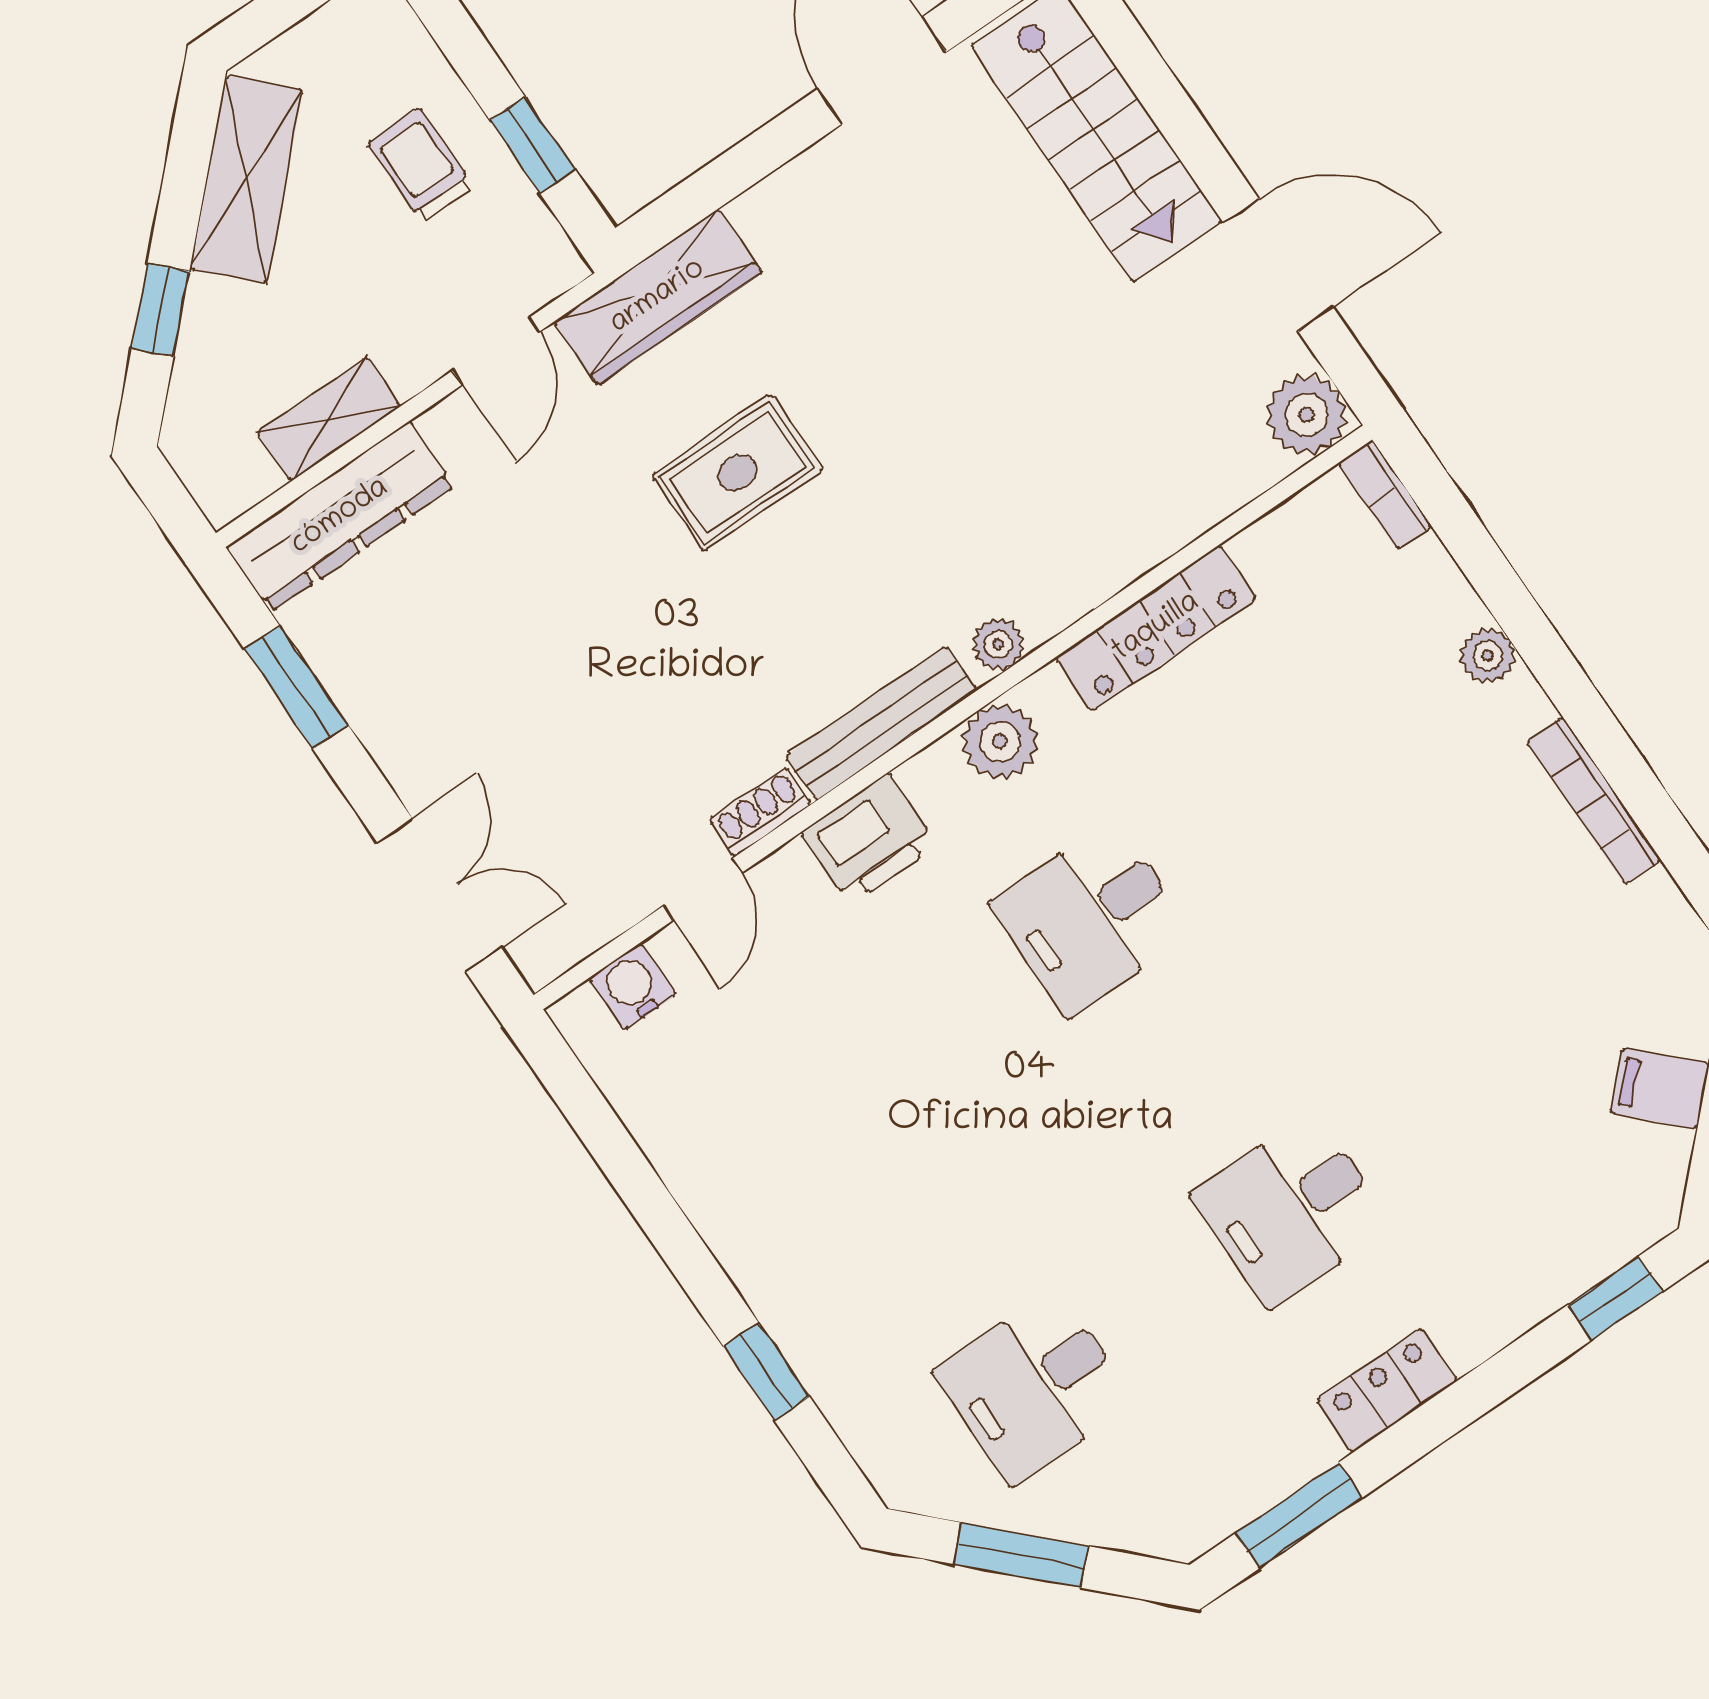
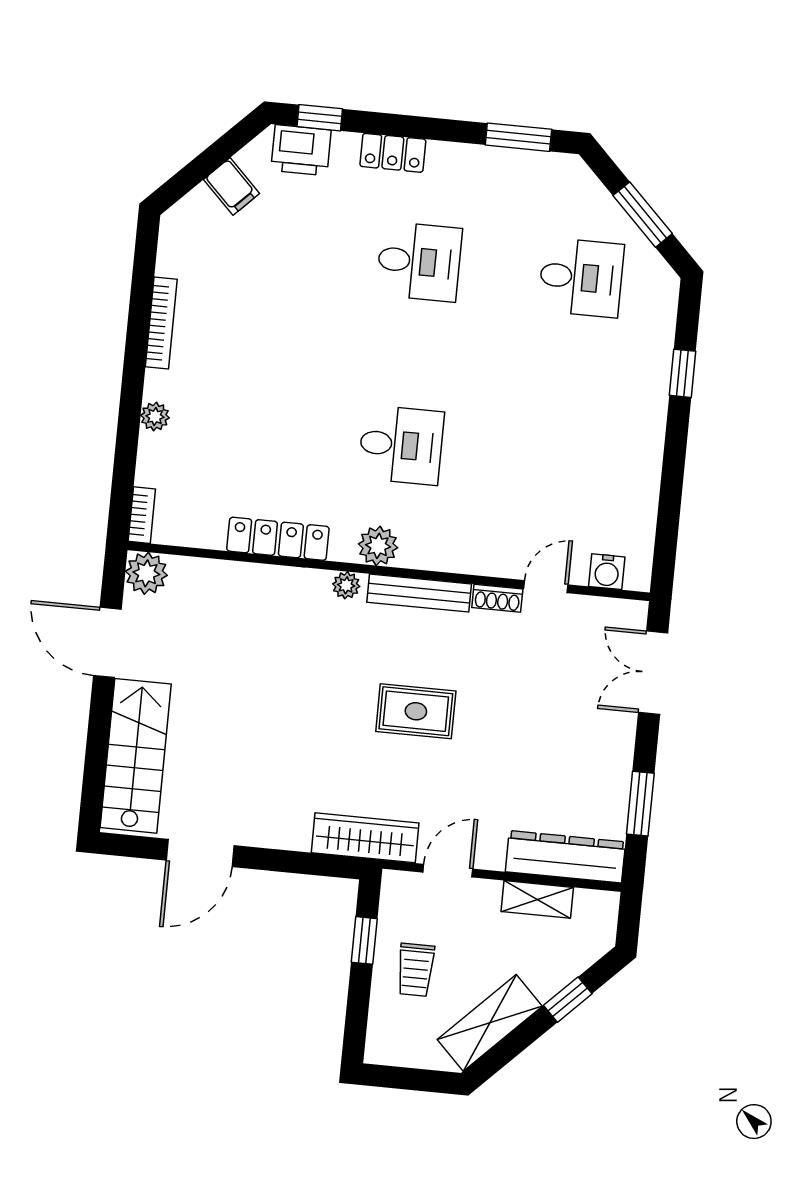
rug: (738, 473) -> (416, 711), moved
printer: (869, 839) -> (301, 150), moved, turned 180
locker: (1387, 1390) -> (393, 153), moved

